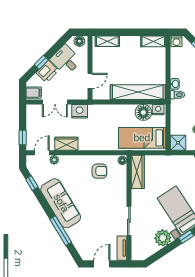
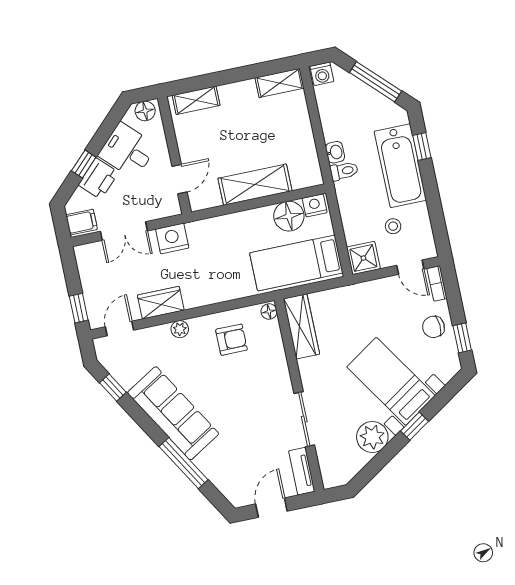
shelving: (138, 92) -> (255, 185), width x0.68
plant: (54, 160) -> (180, 329), moved

